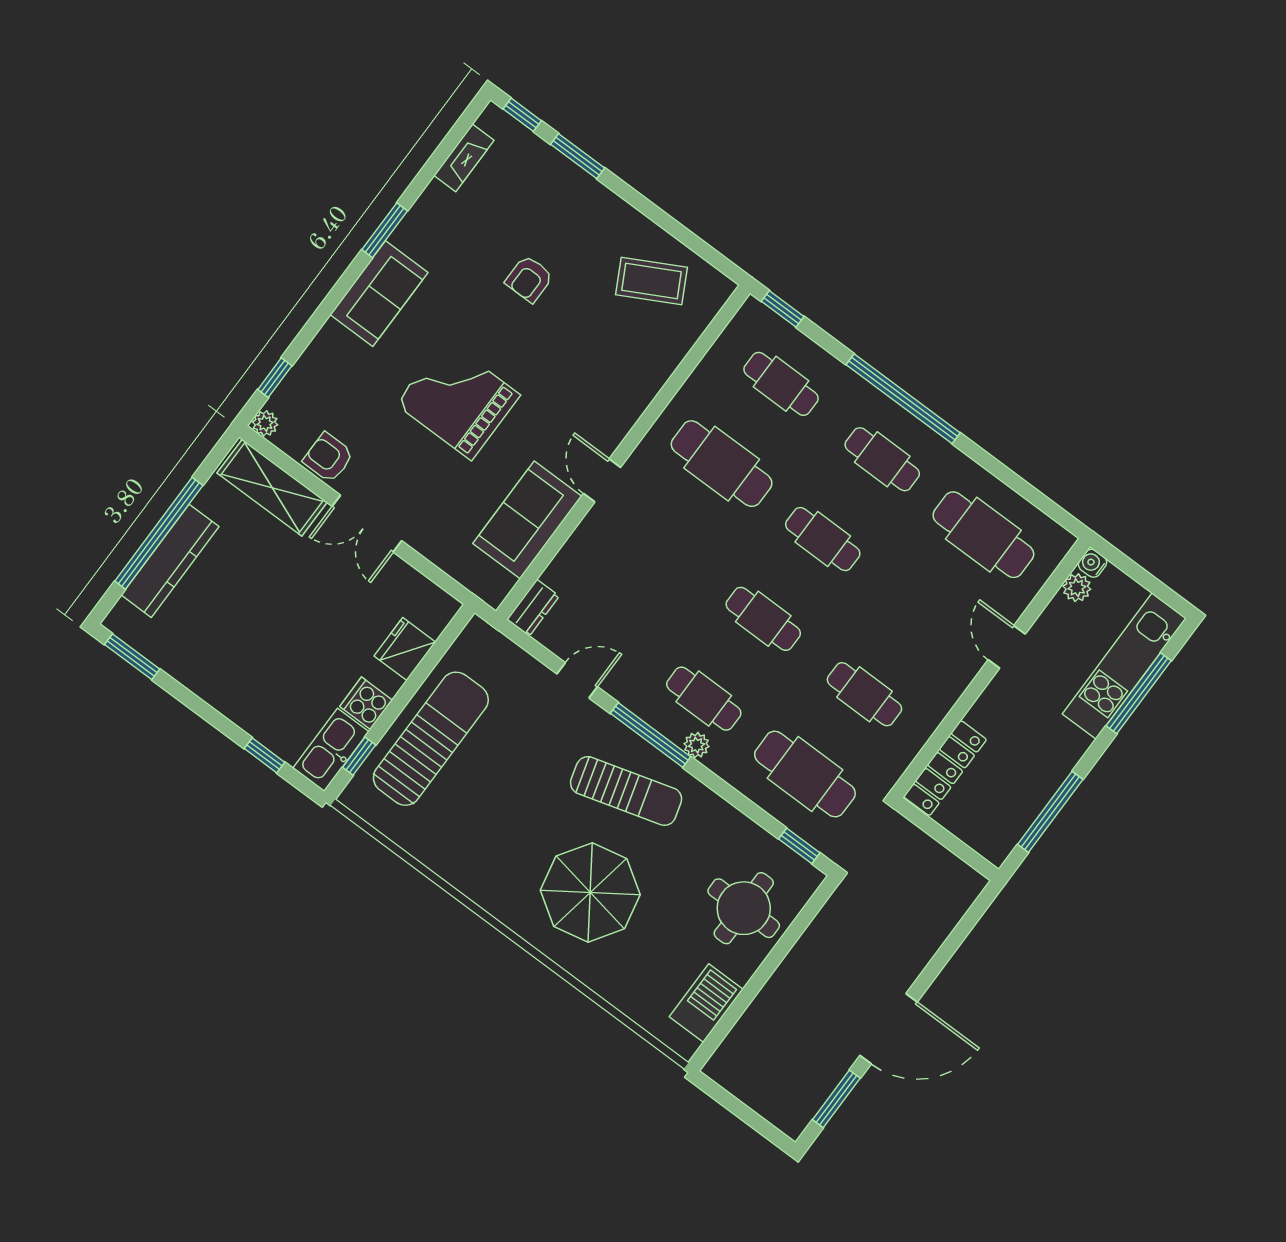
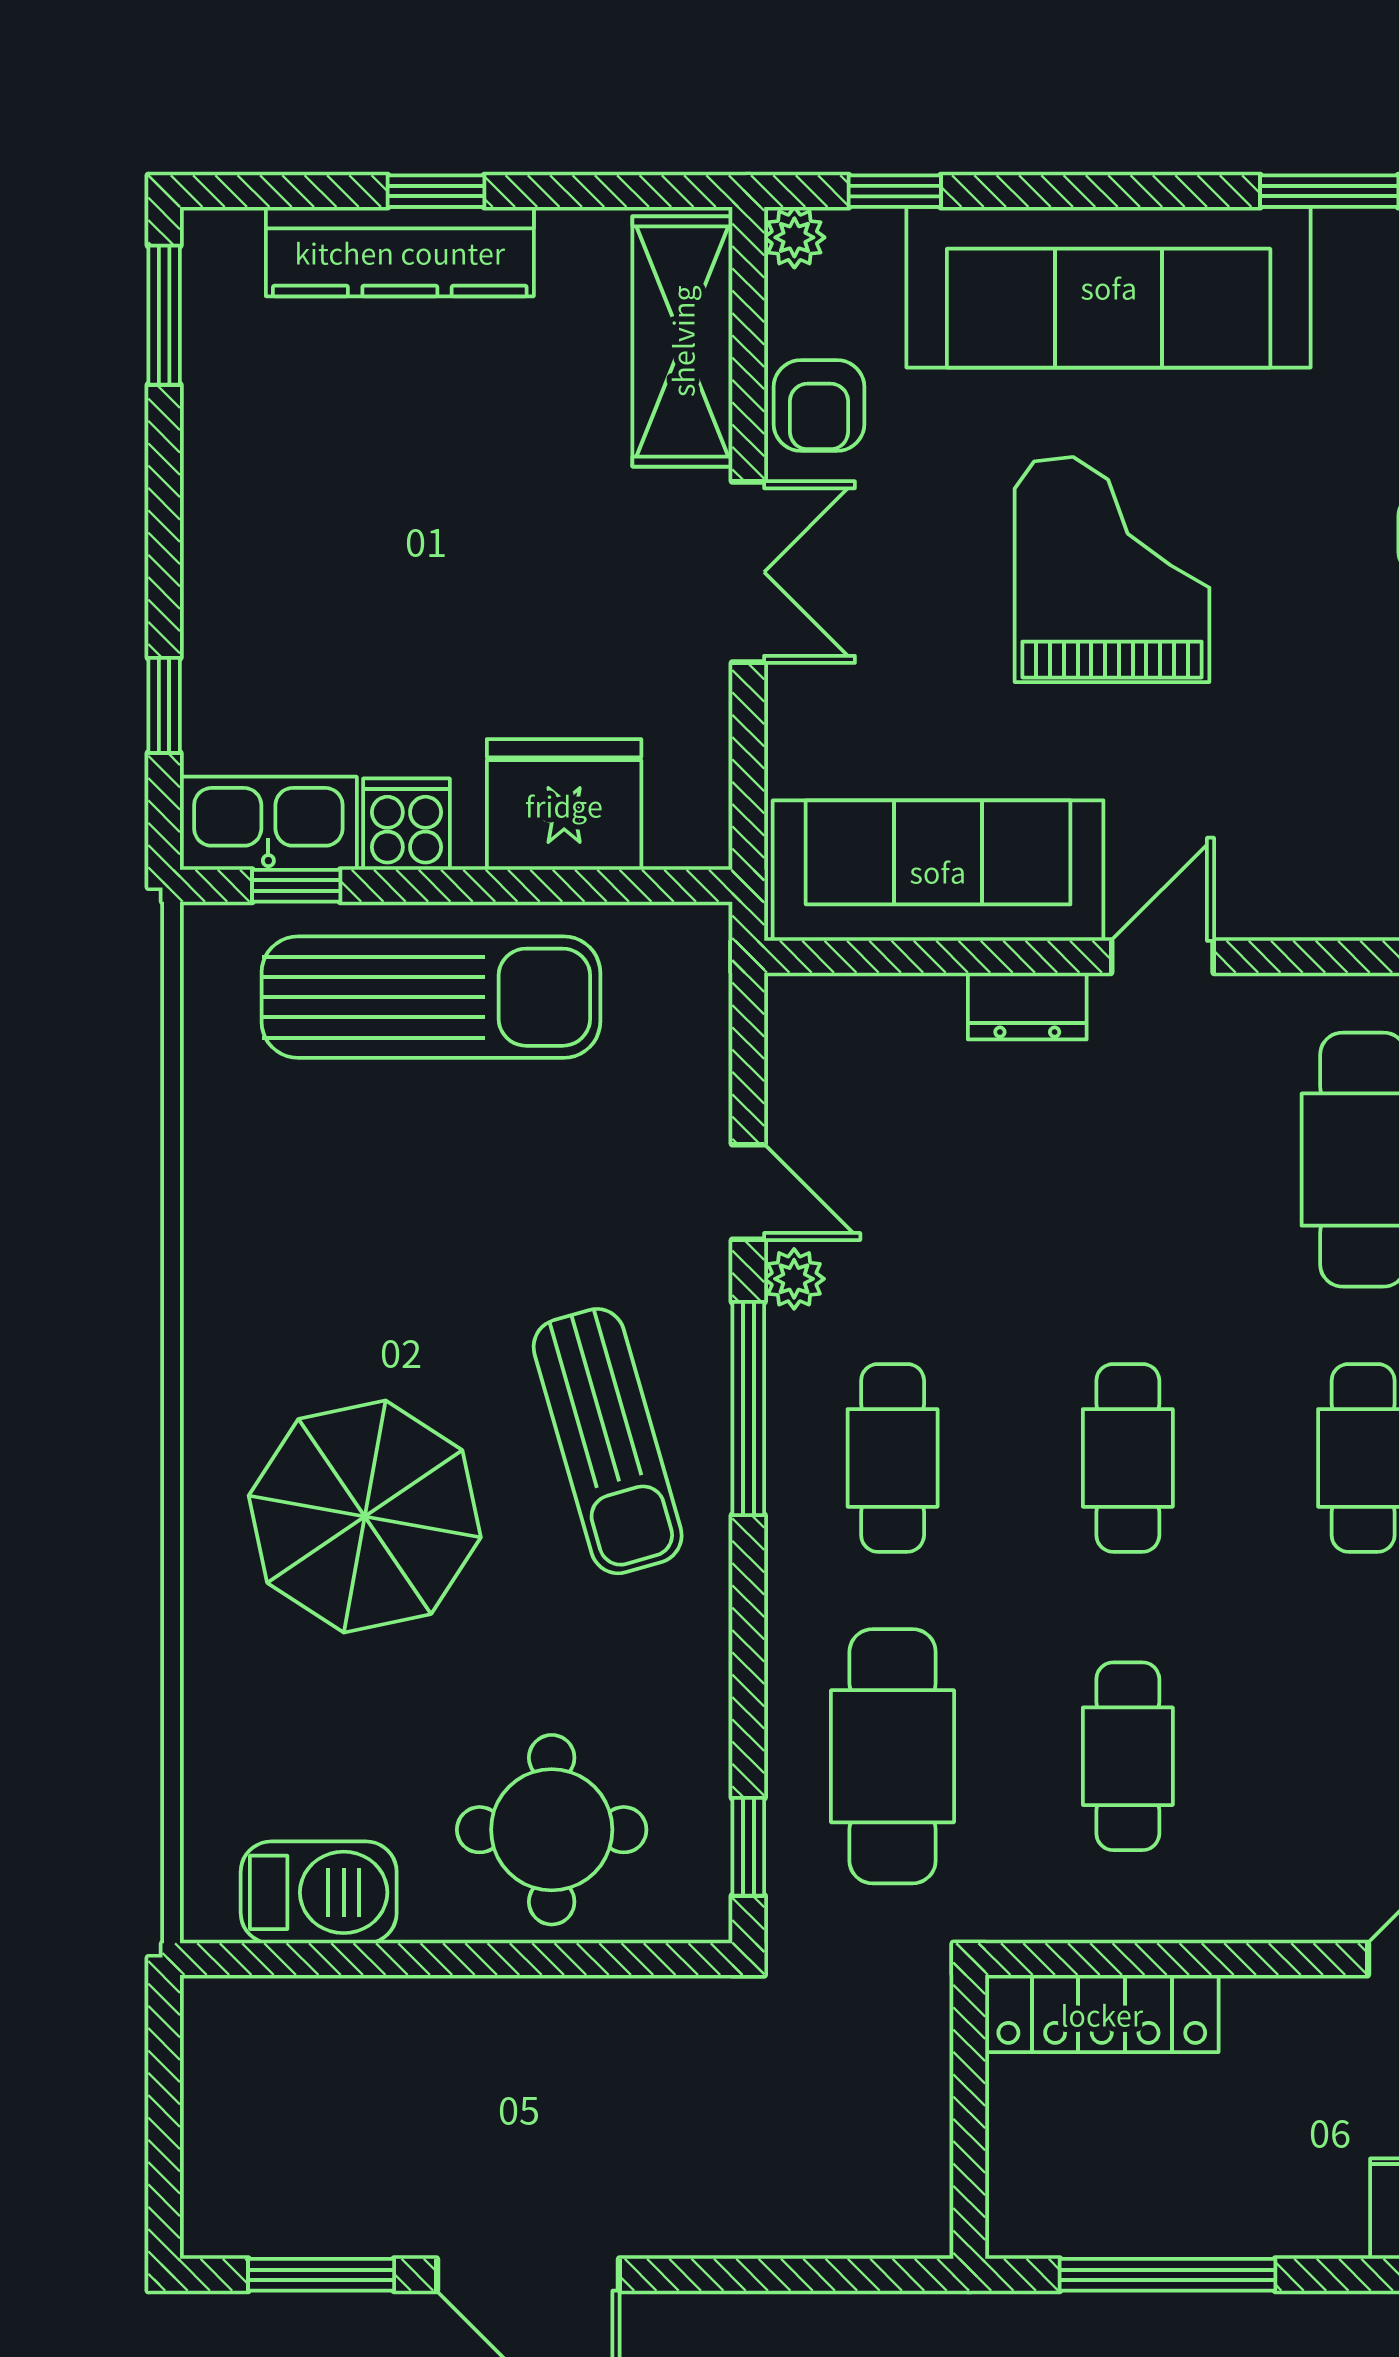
sofa: (379, 294) -> (1109, 287), width x1.85, depth x1.27
armchair: (328, 458) -> (819, 405), turned 180
sofa: (527, 520) -> (938, 871), width x1.36
double door: (367, 524) -> (748, 572), swing flipped
window: (159, 533) -> (436, 191), width x0.32
dresser: (533, 608) -> (1027, 1006), moved
fridge: (405, 649) -> (564, 805), width x1.36, depth x1.34
plant: (696, 745) -> (794, 1279), moved

